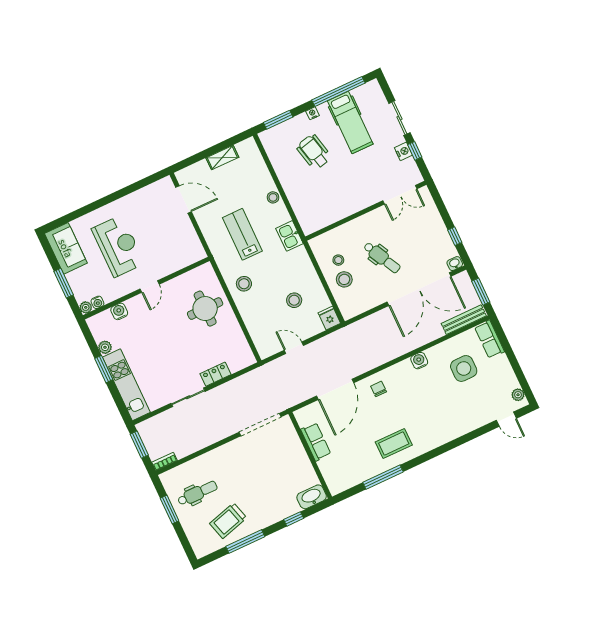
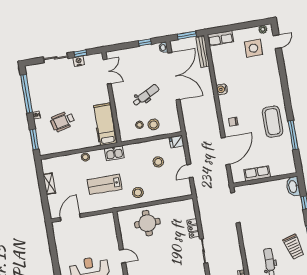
hospital bed: (350, 122) -> (105, 124), moved, turned -90
side table: (464, 368) -> (253, 48), moved
door: (335, 389) -> (226, 151), hinge flipped
coffee table: (394, 443) -> (273, 122), width x1.36, depth x1.32

